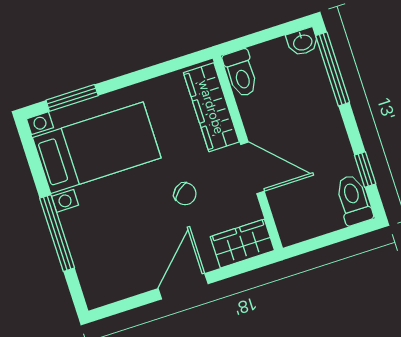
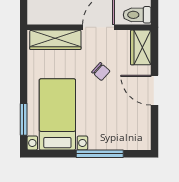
toilet: (241, 73) -> (137, 15), moved, turned 180
chair: (185, 194) -> (101, 72), turned 83

